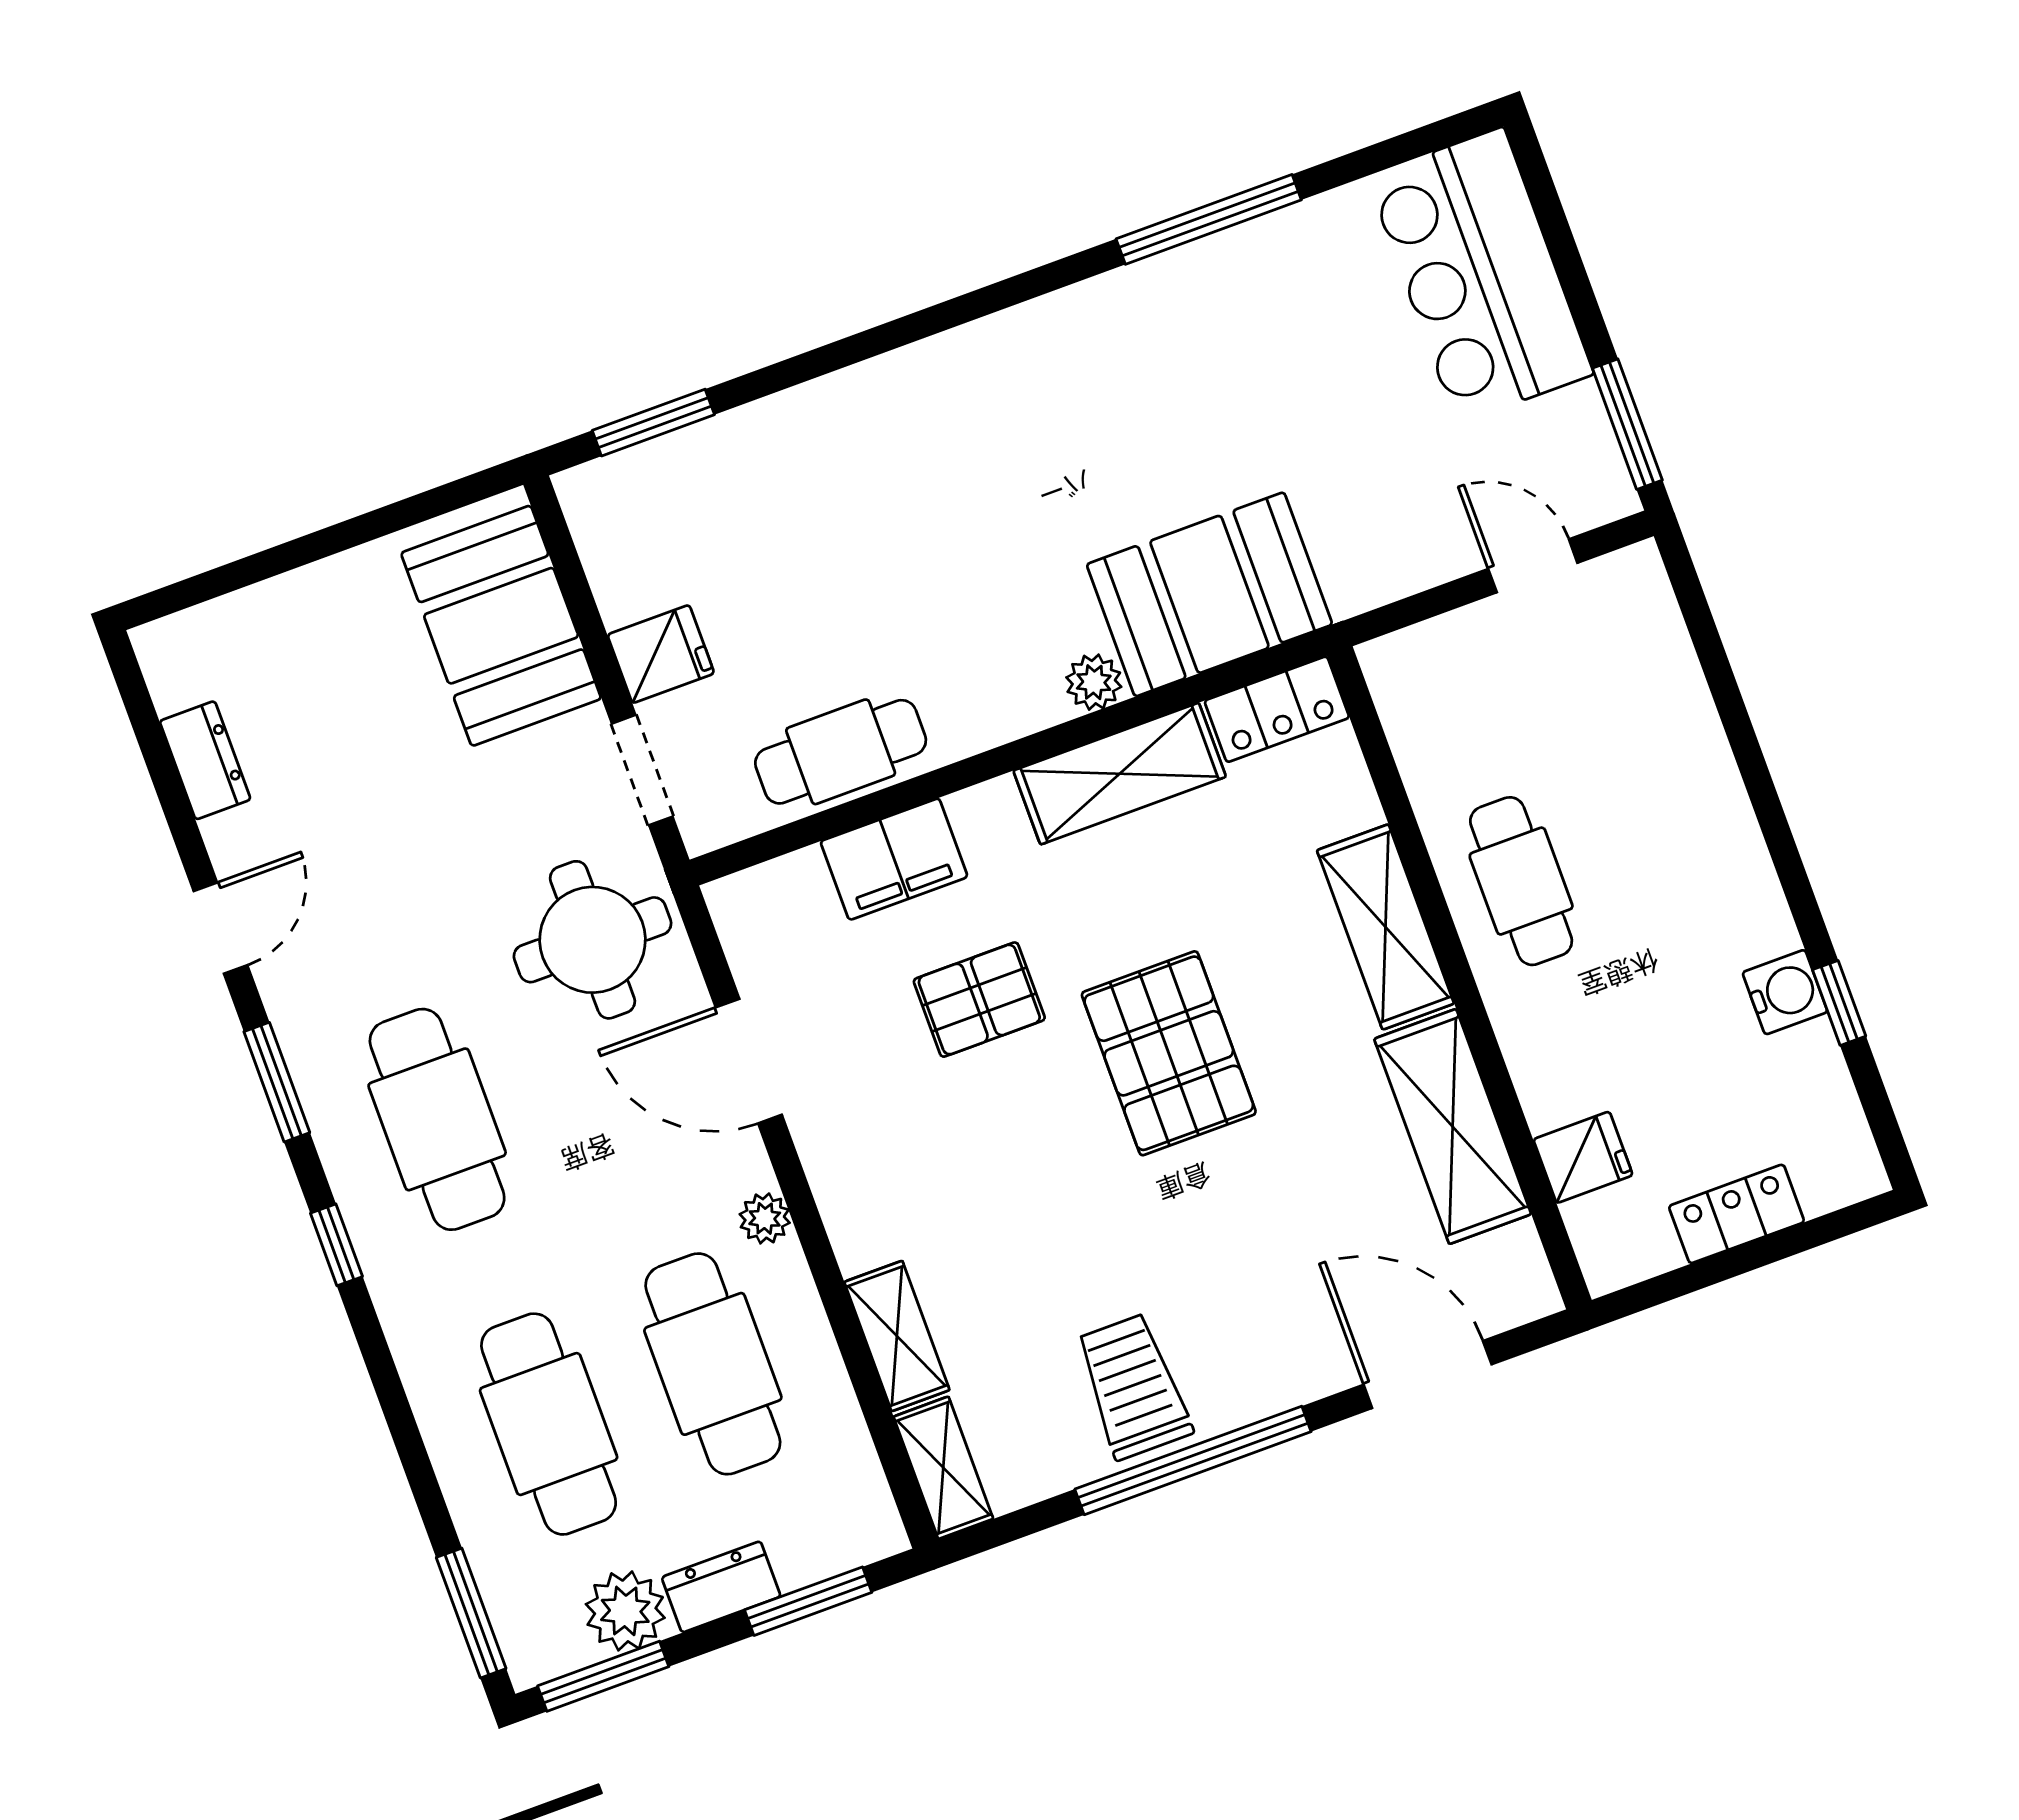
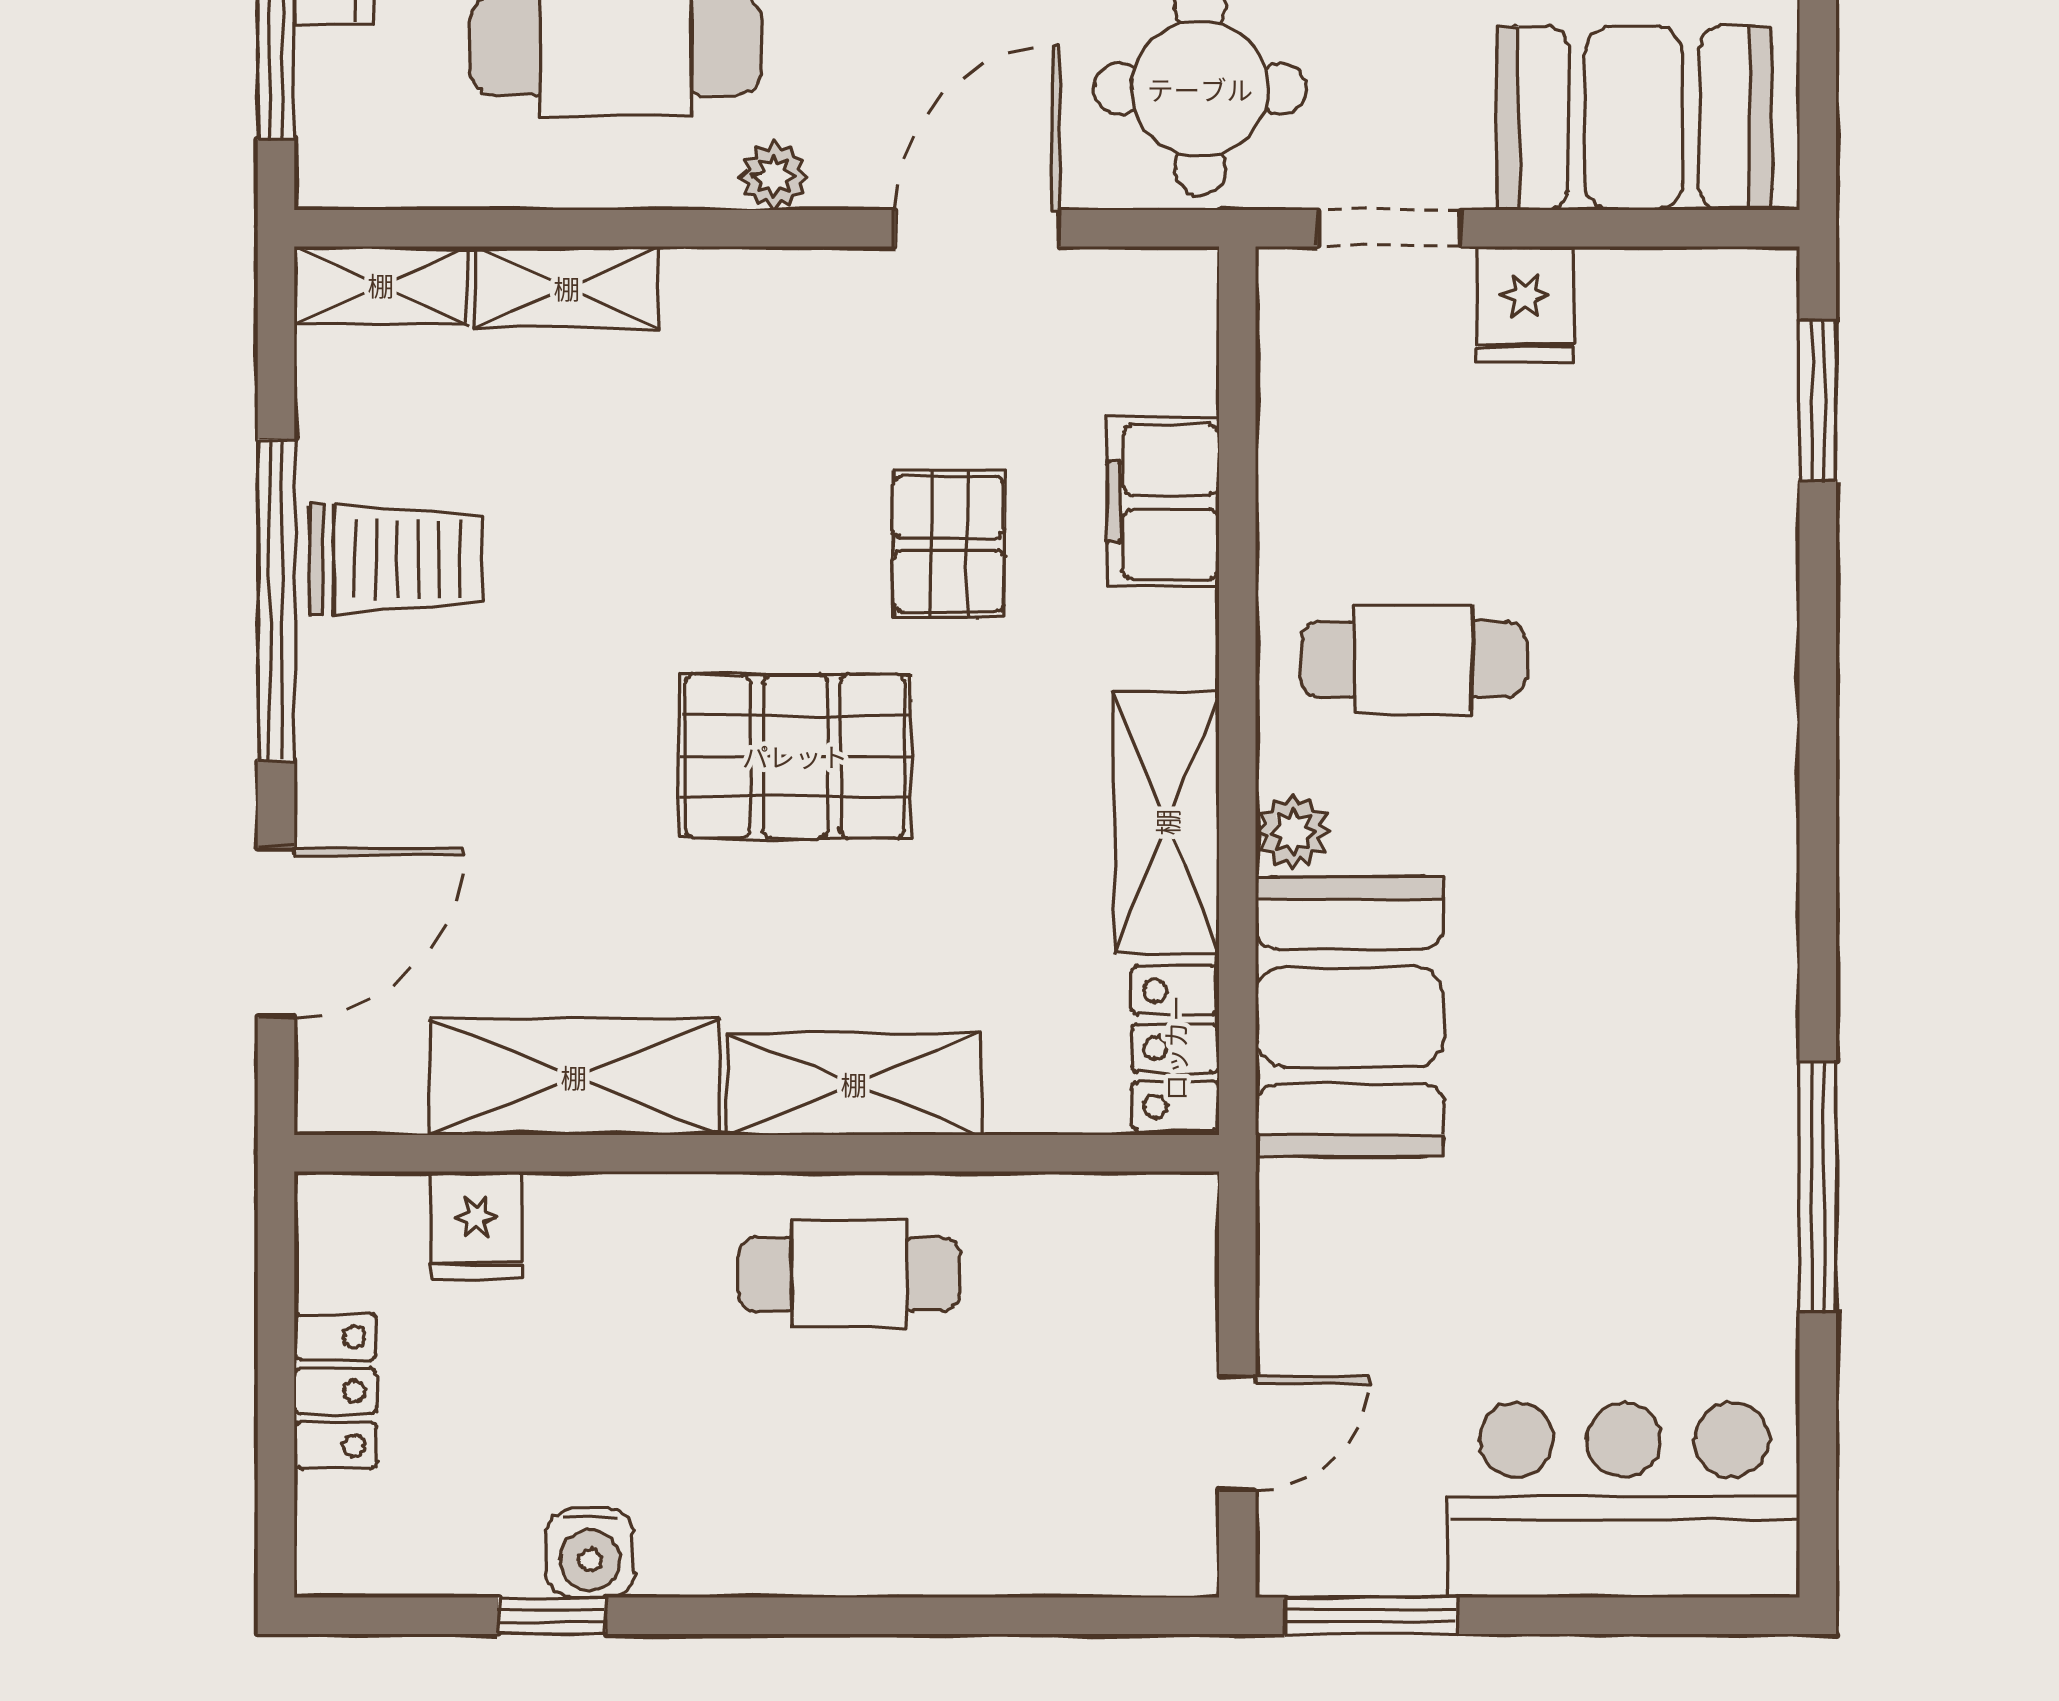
cafe table: (841, 752) -> (1413, 660), moved, turned 90

